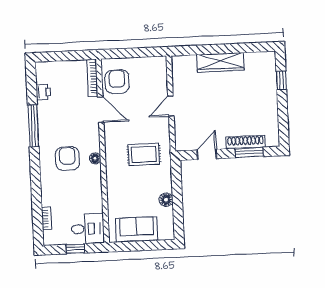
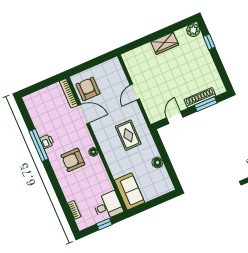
plant: (268, 59) -> (193, 30), added
wardrobe: (220, 62) -> (165, 43), width x0.67
printer: (43, 92) -> (47, 141), moved
rug: (144, 154) -> (128, 135), turned 90
armchair: (67, 159) -> (73, 160), turned -90
sofa: (137, 229) -> (130, 191), moved, turned 90

